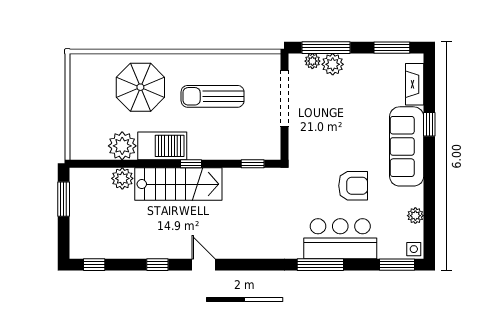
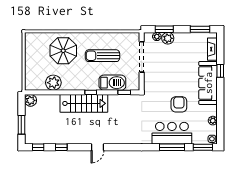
window: (326, 48) -> (164, 29), width x0.69
barbecue: (162, 146) -> (112, 83), moved
plant: (122, 178) -> (31, 100), moved
armchair: (353, 186) -> (179, 104), turned -90
window: (64, 199) -> (21, 125), moved
window: (157, 265) -> (61, 147), moved
door: (203, 265) -> (98, 147), swing flipped
window: (320, 265) -> (172, 147), moved

